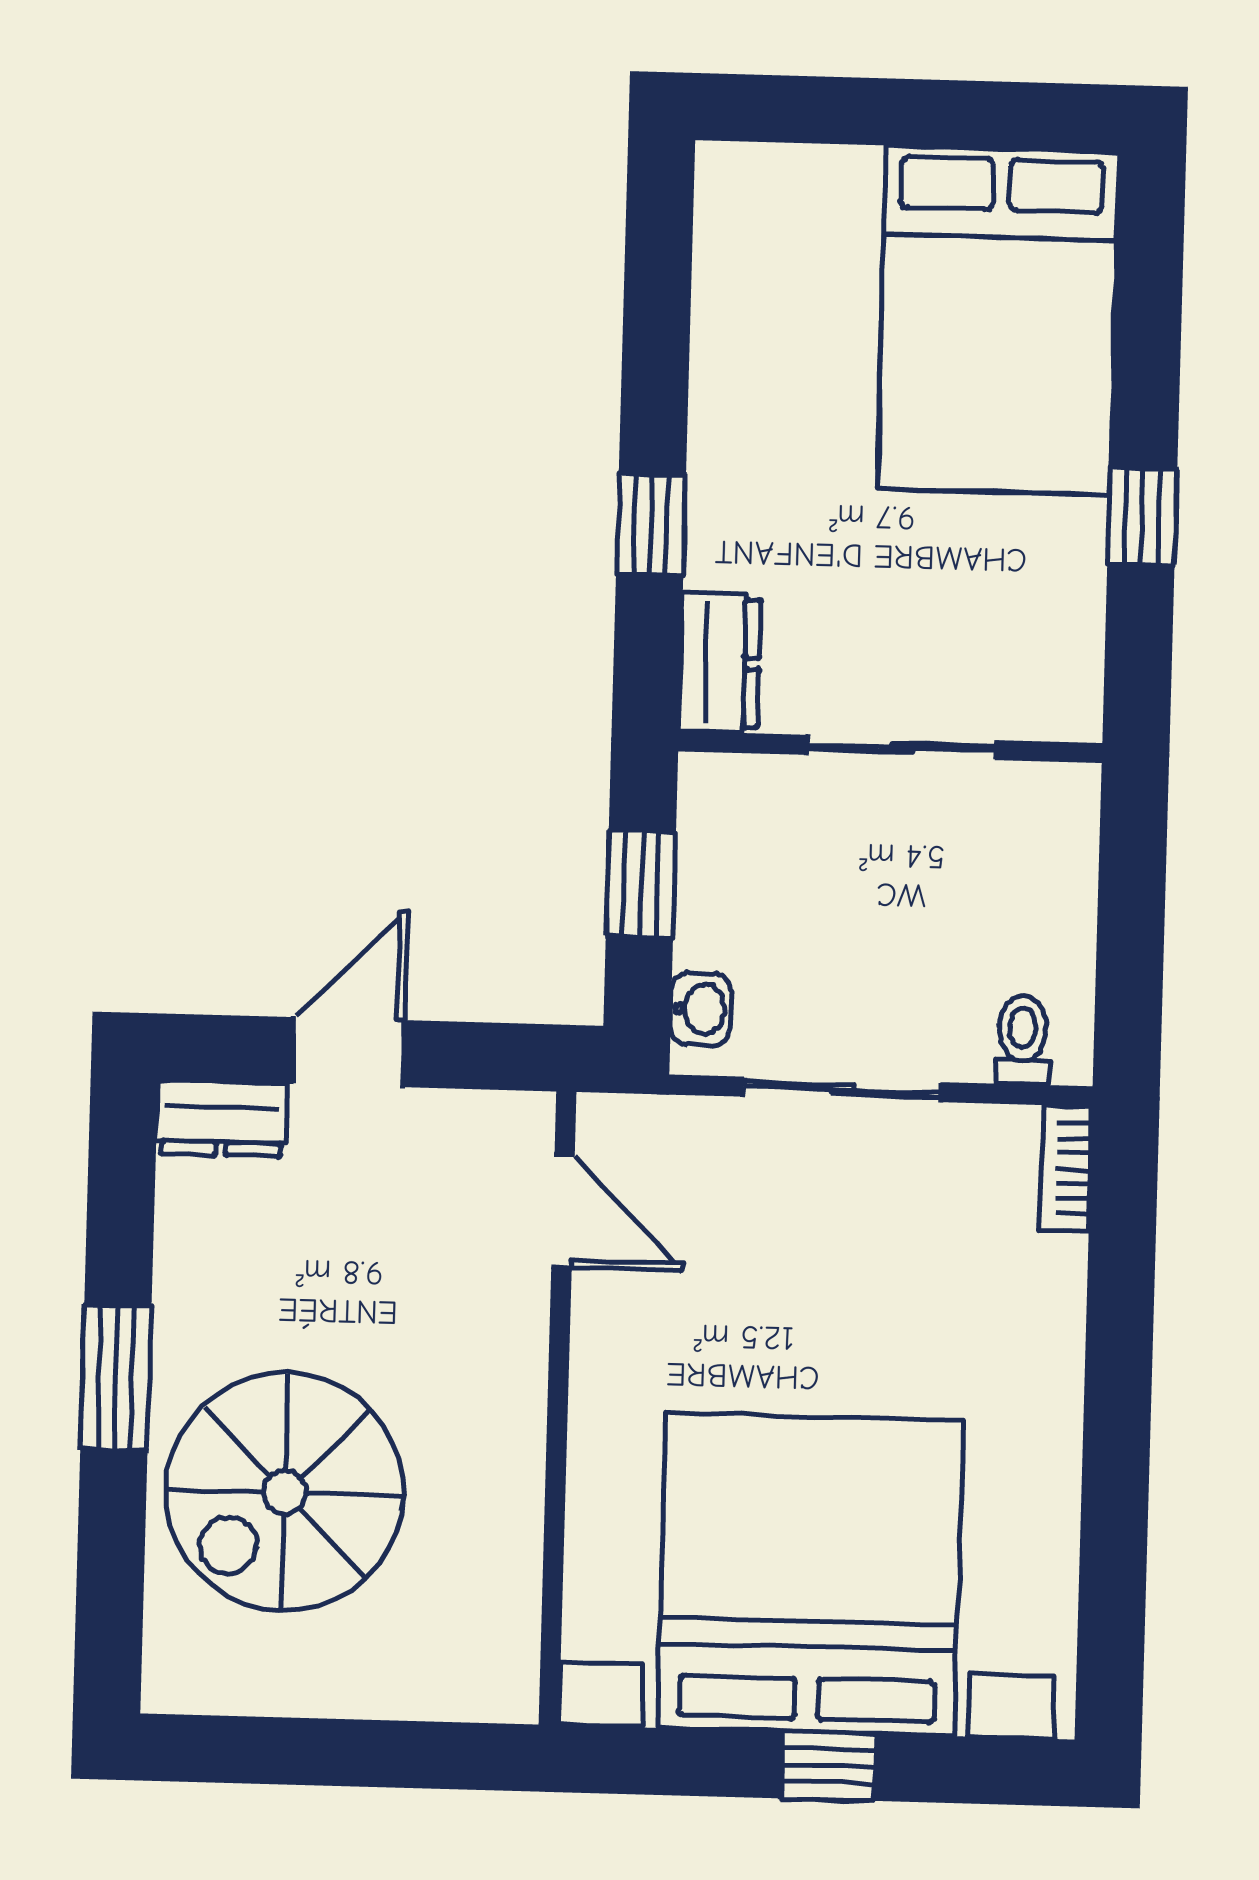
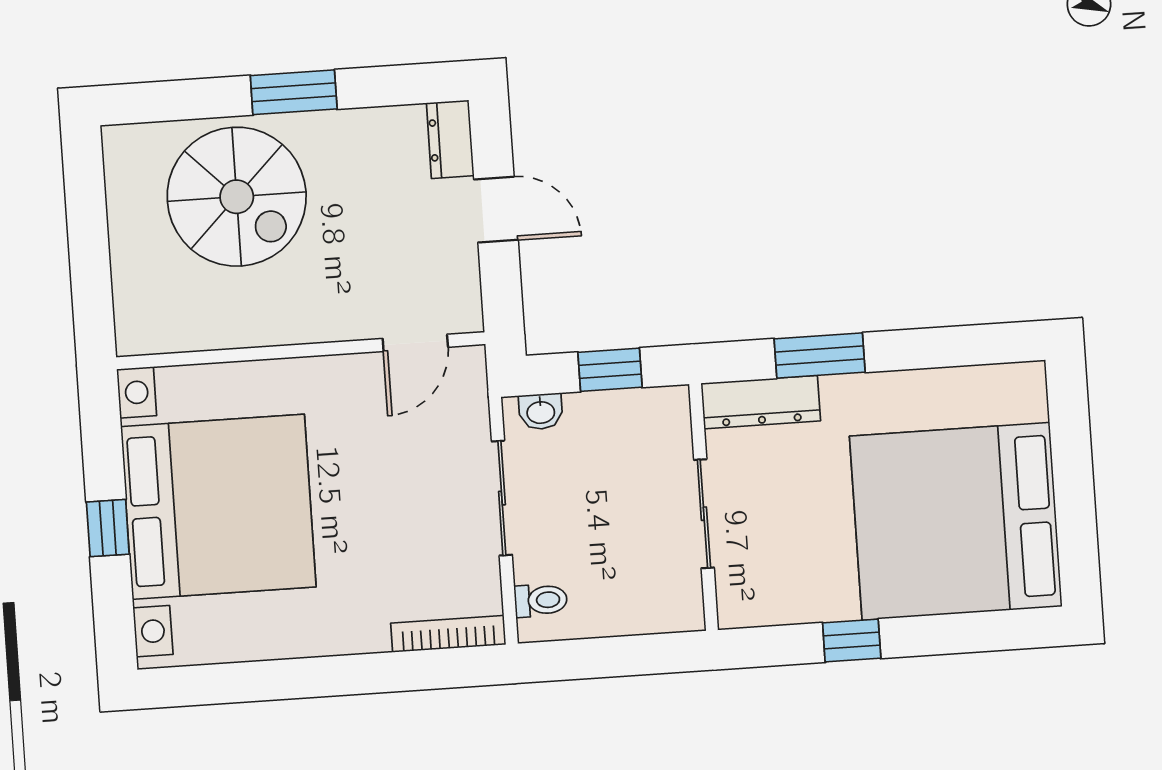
bed: (998, 320) -> (956, 521), width x1.36
window: (651, 524) -> (820, 356), width x1.50
dresser: (720, 663) -> (761, 402), width x1.44
bookcase: (1066, 1168) -> (448, 634), width x1.56
spiral stairs: (284, 1492) -> (237, 197), turned 180

